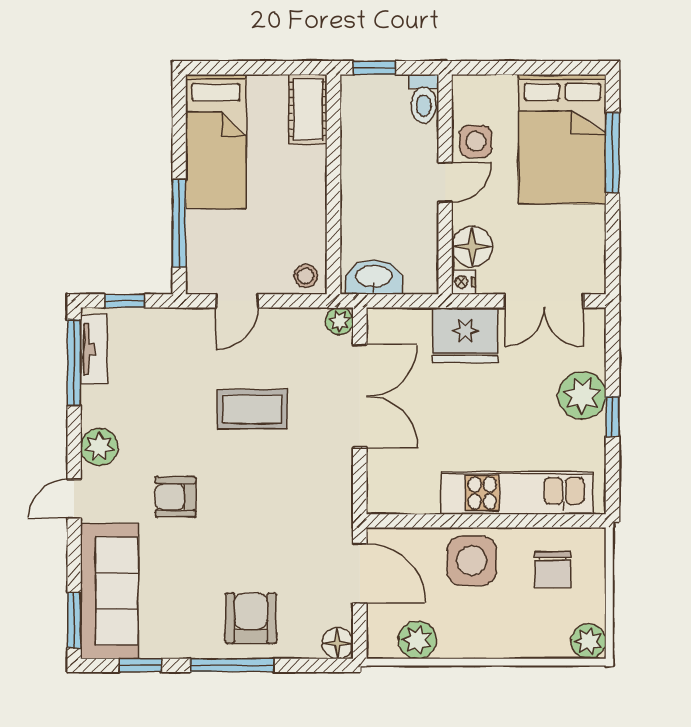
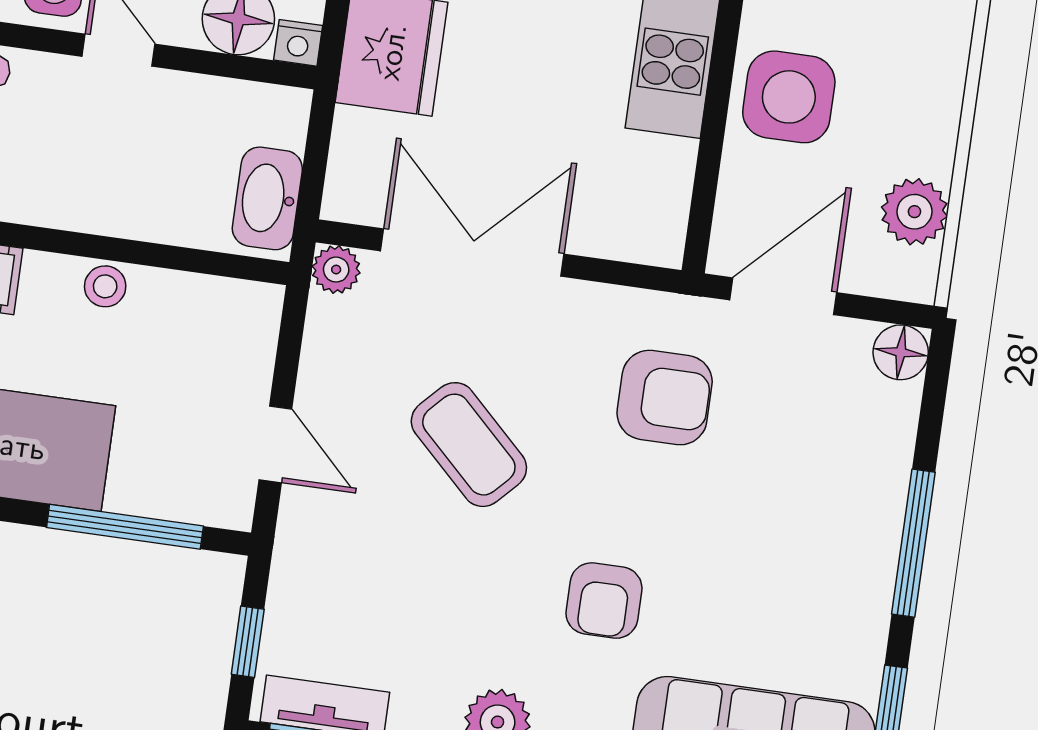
stool: (306, 276) -> (105, 286), moved
coffee table: (252, 409) -> (469, 445), turned -46
armchair: (251, 618) -> (665, 398), moved, turned 180

